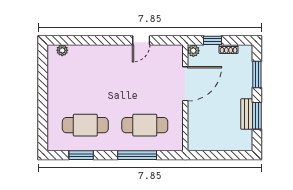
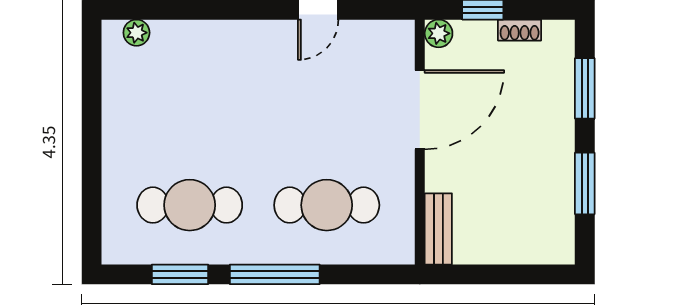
bench: (247, 114) -> (438, 229), moved
window: (137, 155) -> (275, 274), moved

